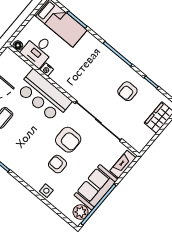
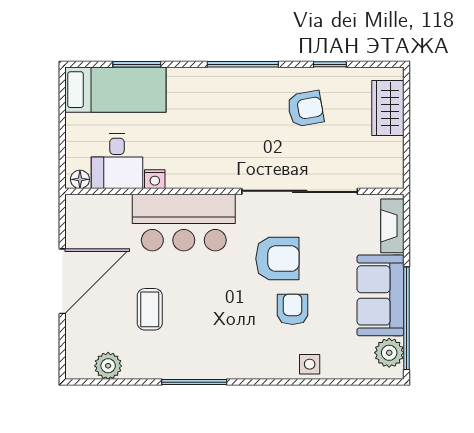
armchair: (127, 91) -> (306, 109), turned -100
armchair: (58, 164) -> (292, 309), turned 90

